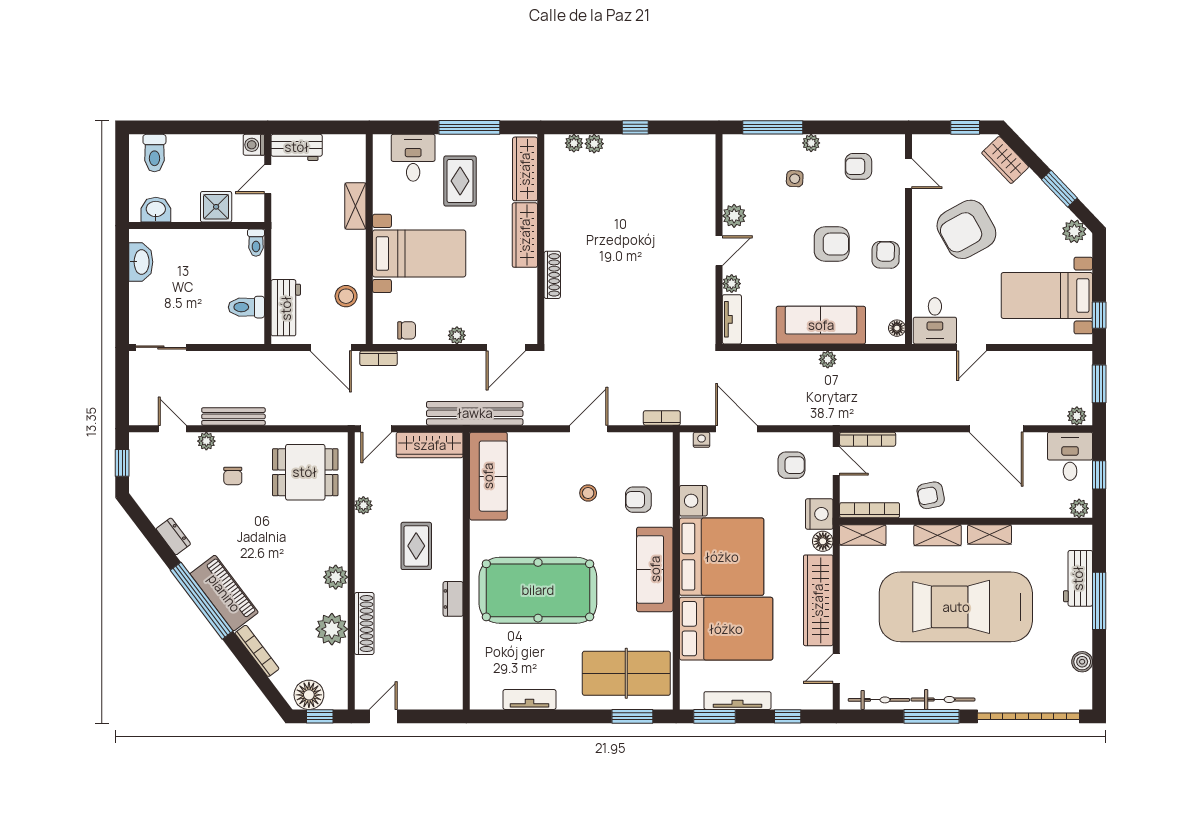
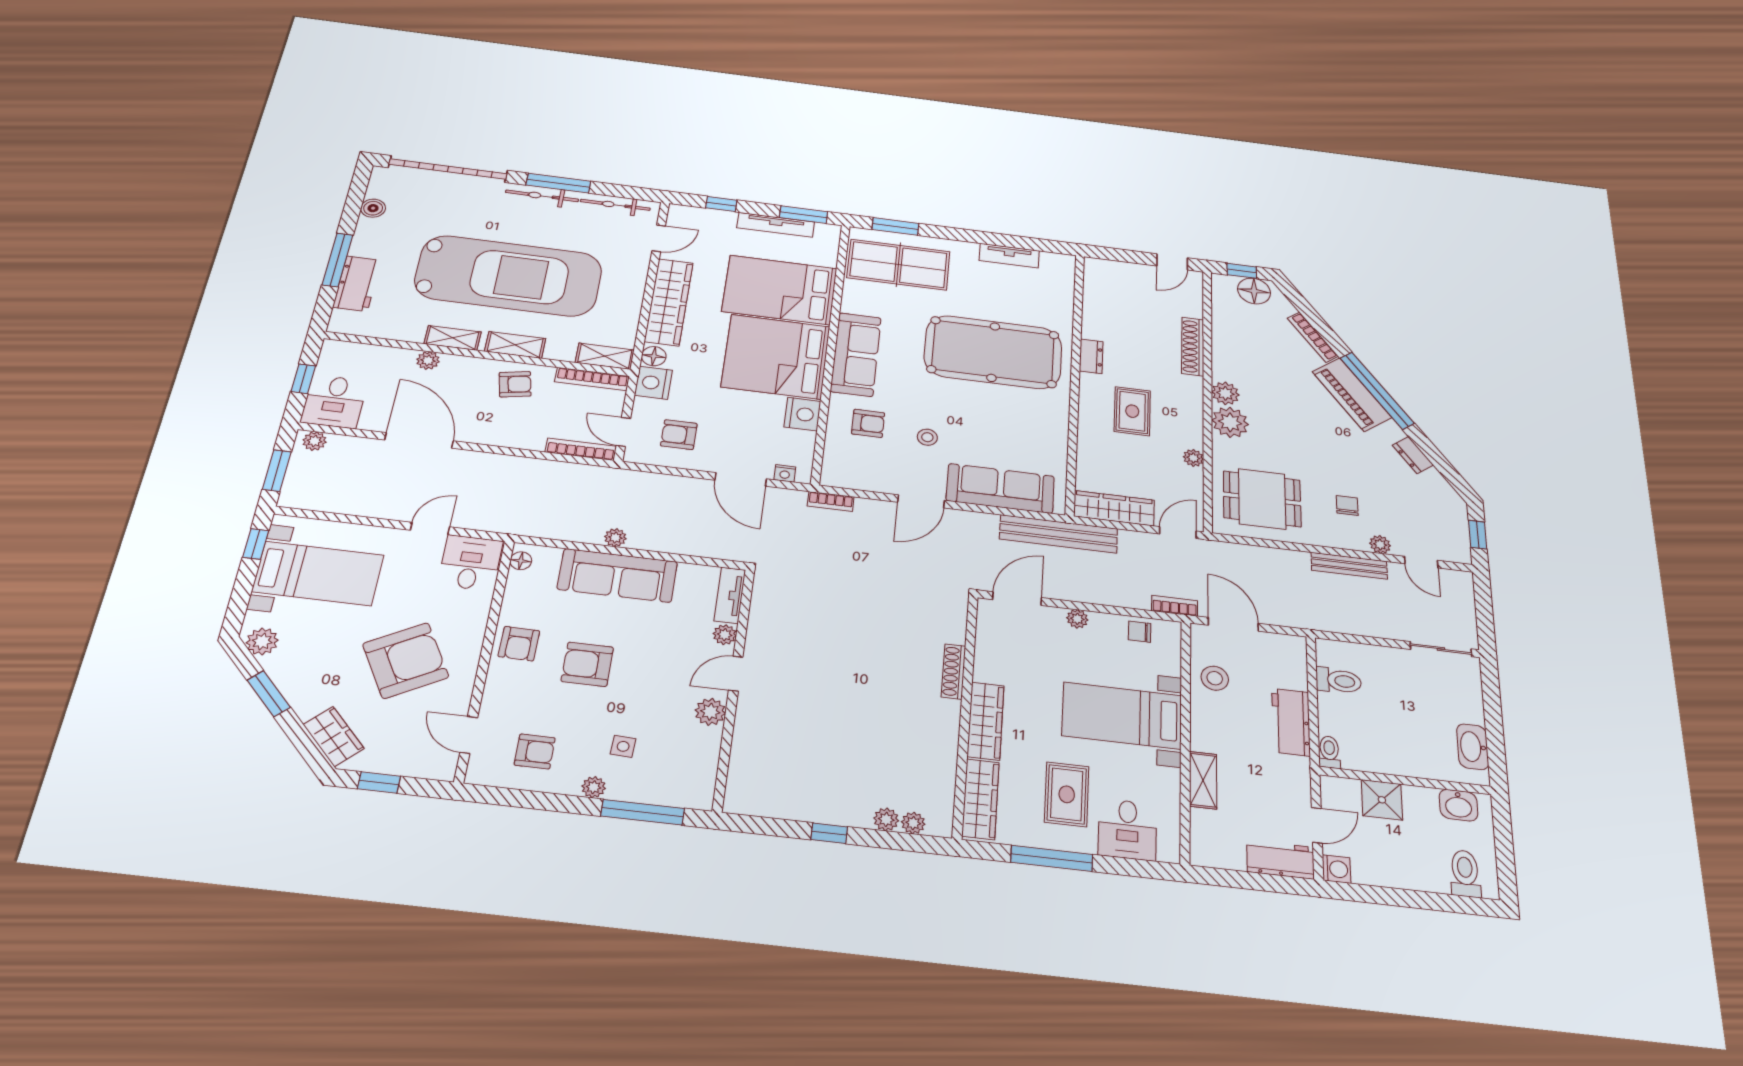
workbench: (286, 308) -> (1291, 722), moved
sofa: (488, 476) -> (1000, 488), moved, turned 90
plant: (1079, 508) -> (428, 360), moved
plant: (332, 629) -> (1230, 422), moved

